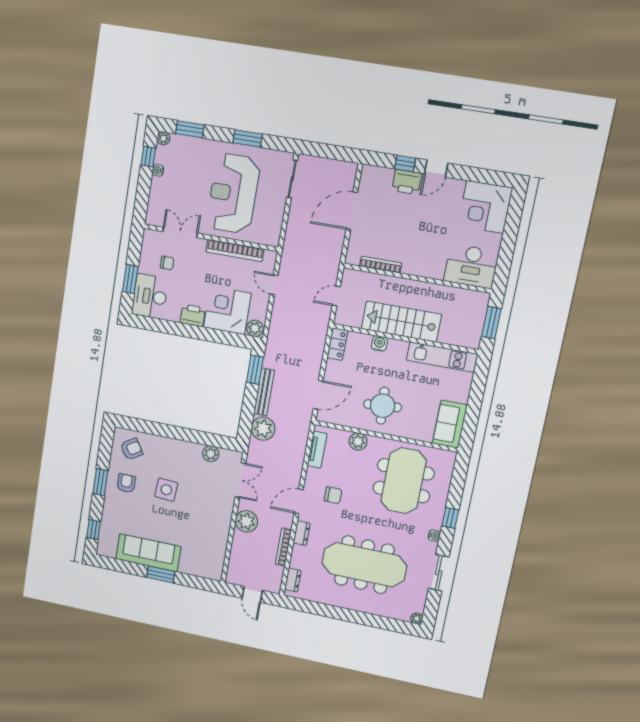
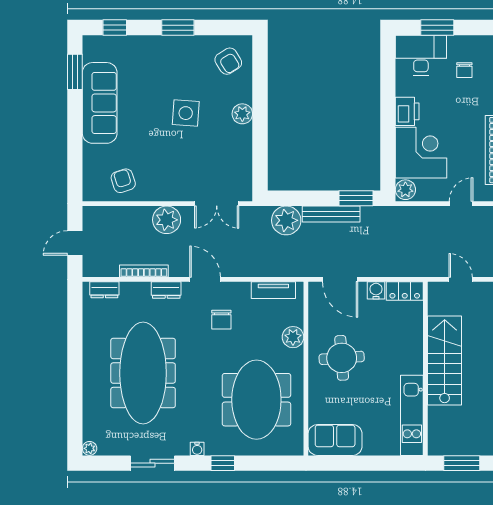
water cooler: (379, 343) -> (376, 290), moved, turned -90
plant: (211, 454) -> (242, 114), moved
meeting table: (404, 481) -> (256, 400), turned 90
armchair: (126, 483) -> (123, 181), moved, turned -108
window: (161, 575) -> (75, 72), moved

